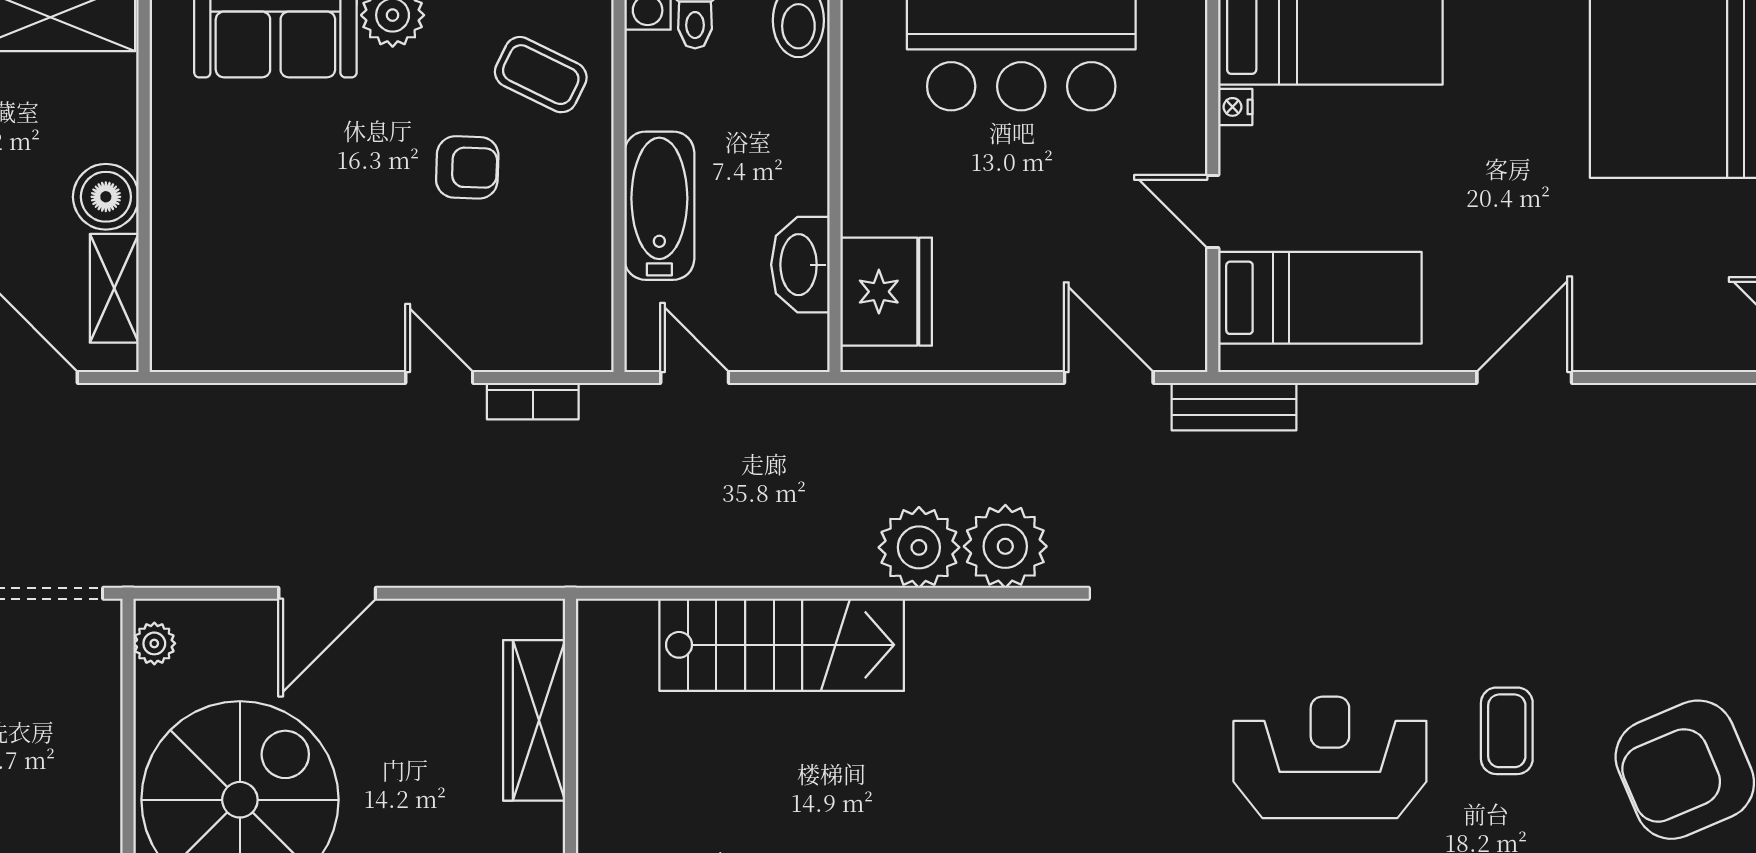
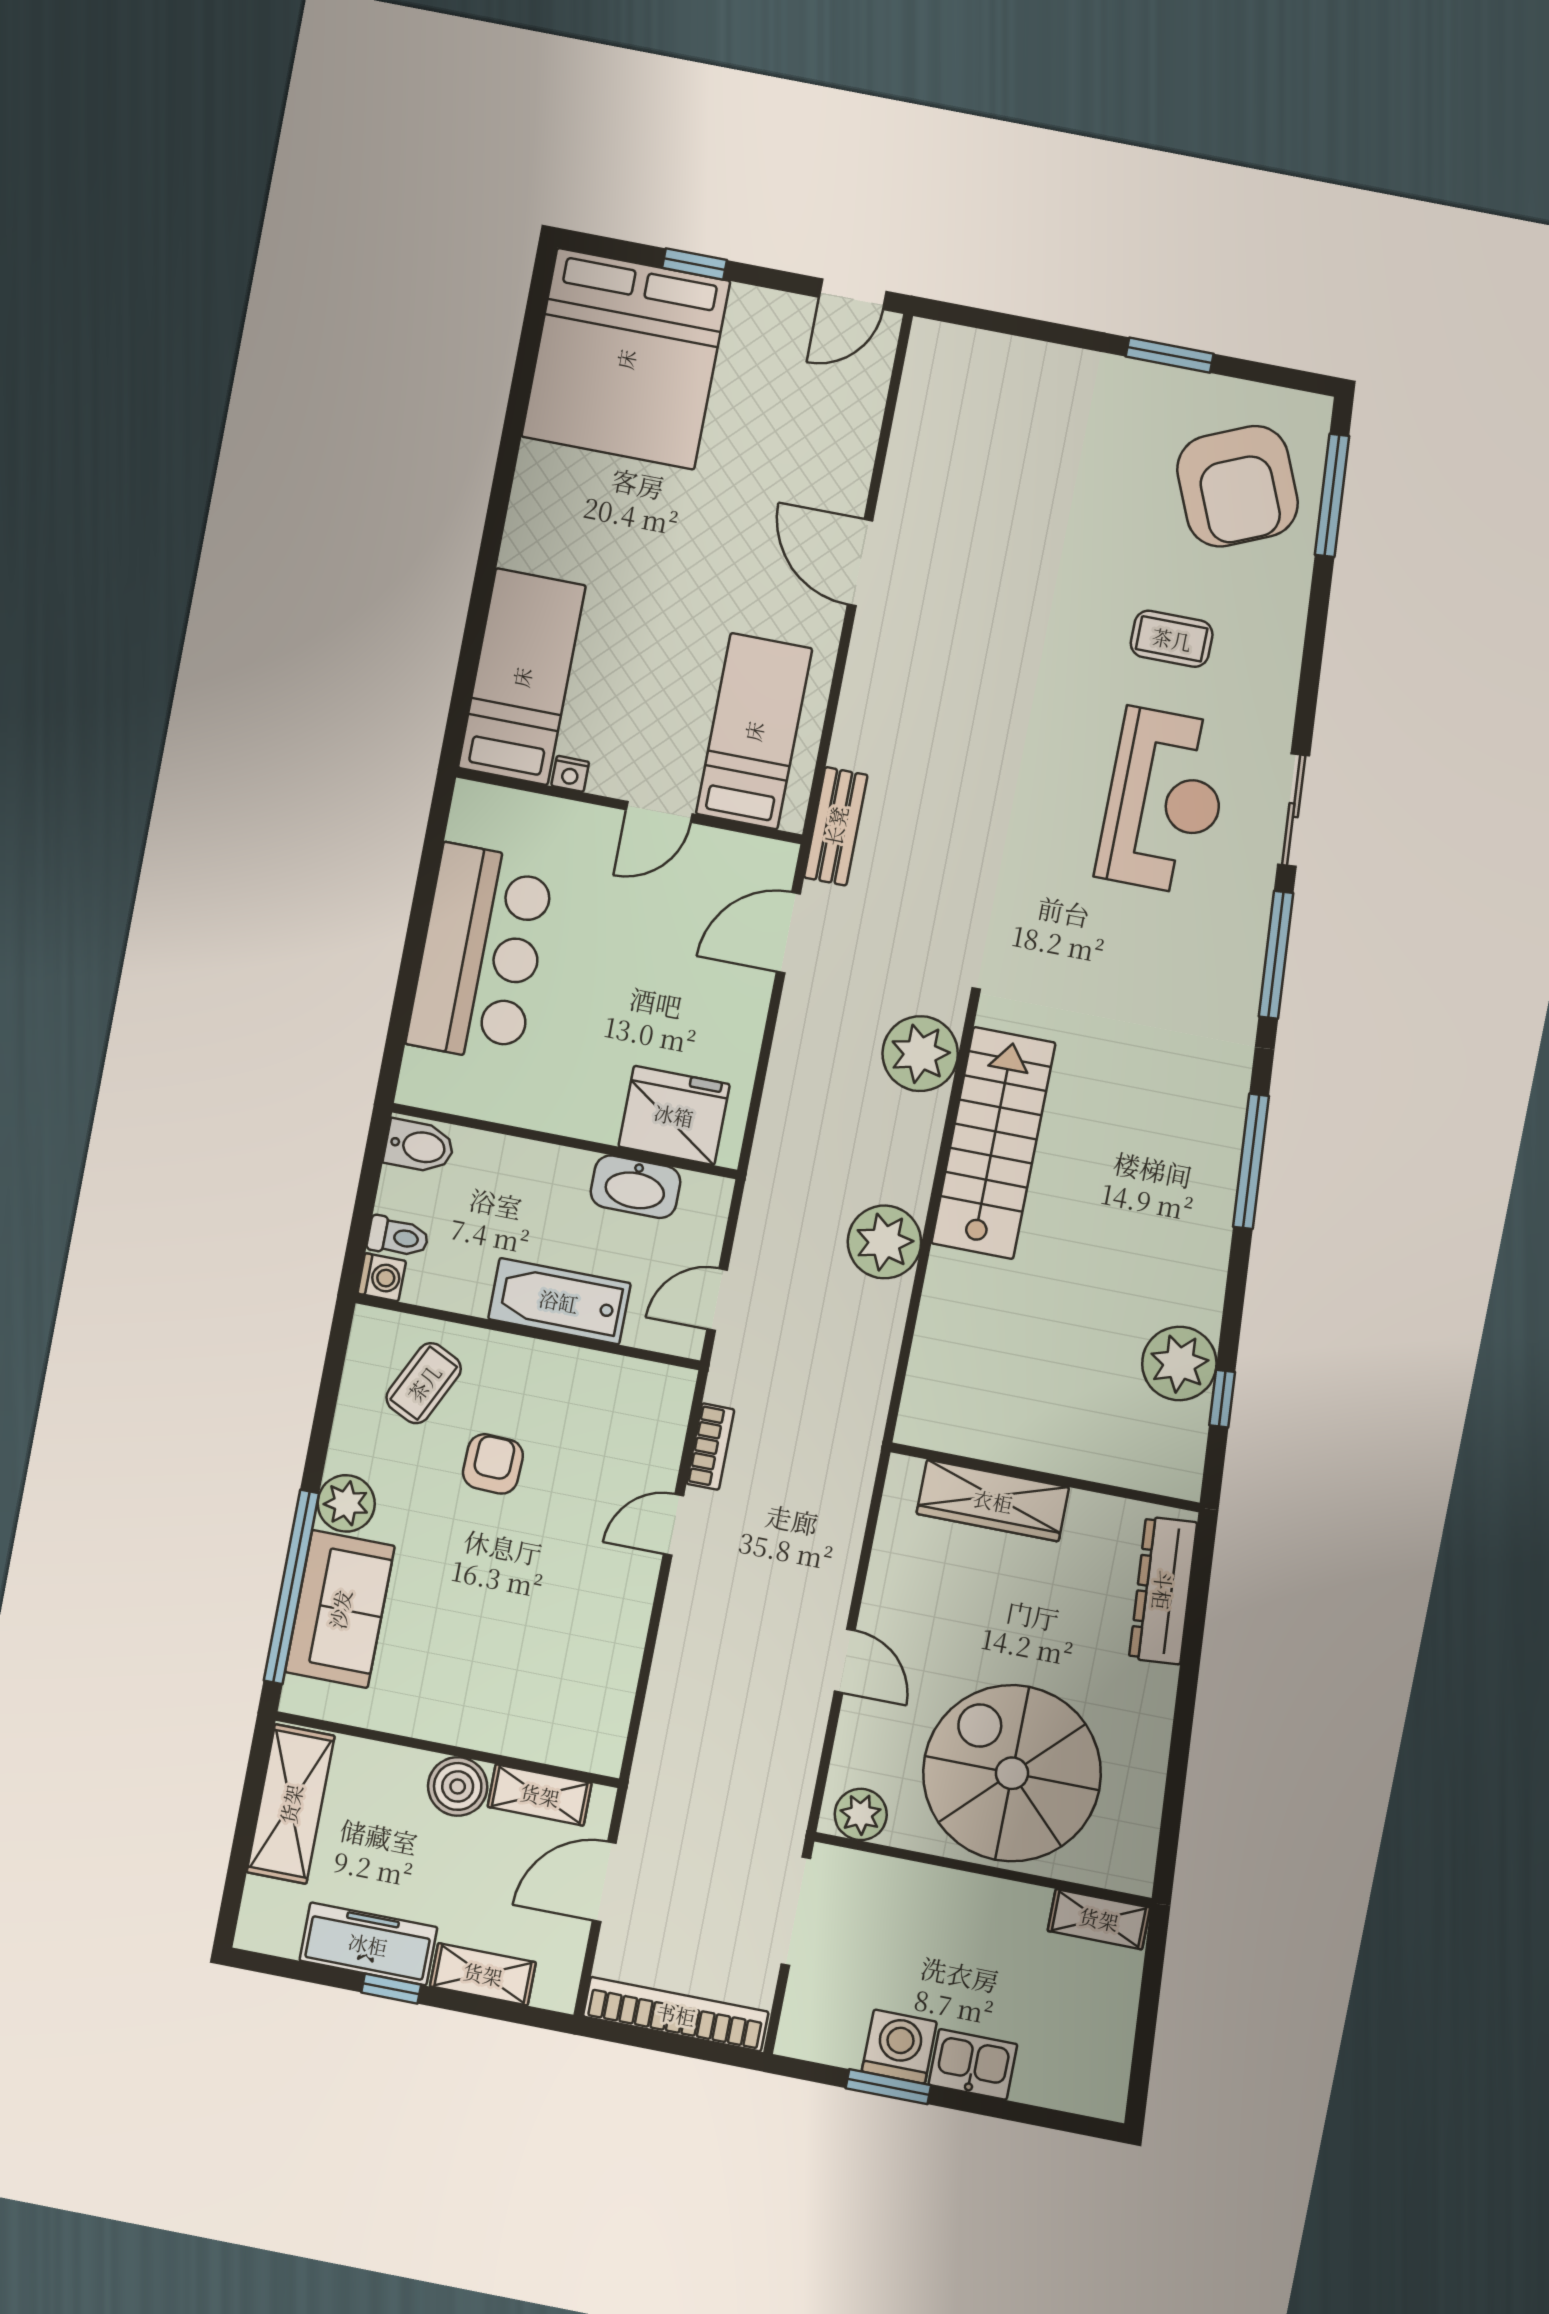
plant: (919, 547) -> (884, 1242), moved
door: (327, 593) -> (845, 1661), width x0.73
plant: (154, 643) -> (861, 1814), width x1.38, depth x1.38
stairs: (782, 645) -> (993, 1143), moved
reception desk: (1330, 757) -> (1164, 801), turned 180

